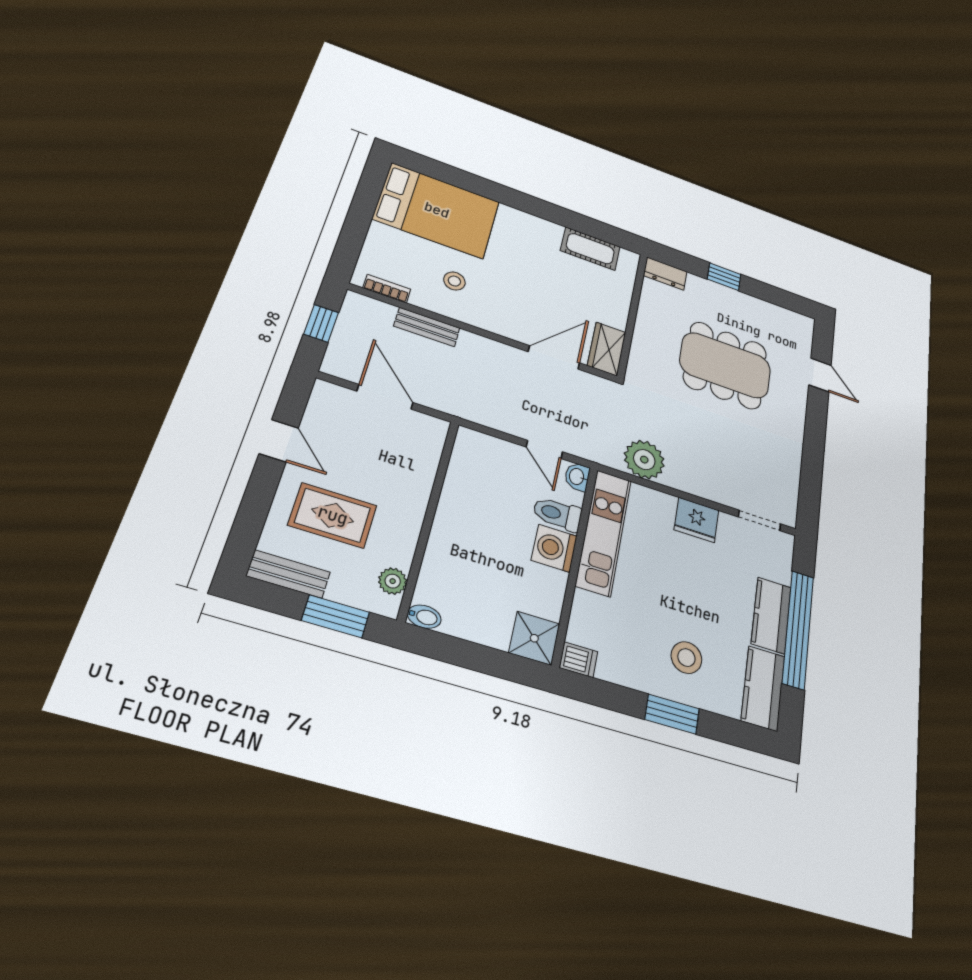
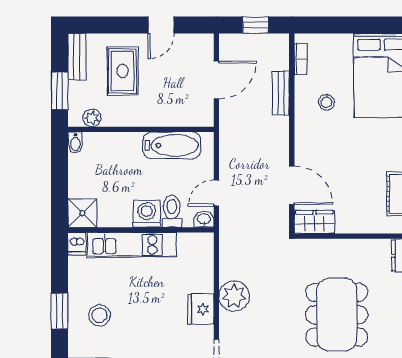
plant: (644, 460) -> (234, 296), moved
bathtub: (464, 484) -> (172, 145), added
kitchen unit: (604, 532) -> (132, 245), moved

